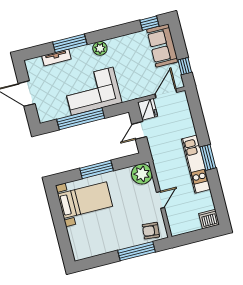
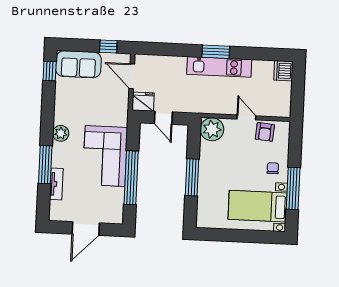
bed with nightstands: (85, 200) -> (257, 206), moved, turned -90
armchair: (151, 231) -> (265, 132), moved
chair: (125, 235) -> (273, 168), added
window: (137, 251) -> (293, 188), moved

